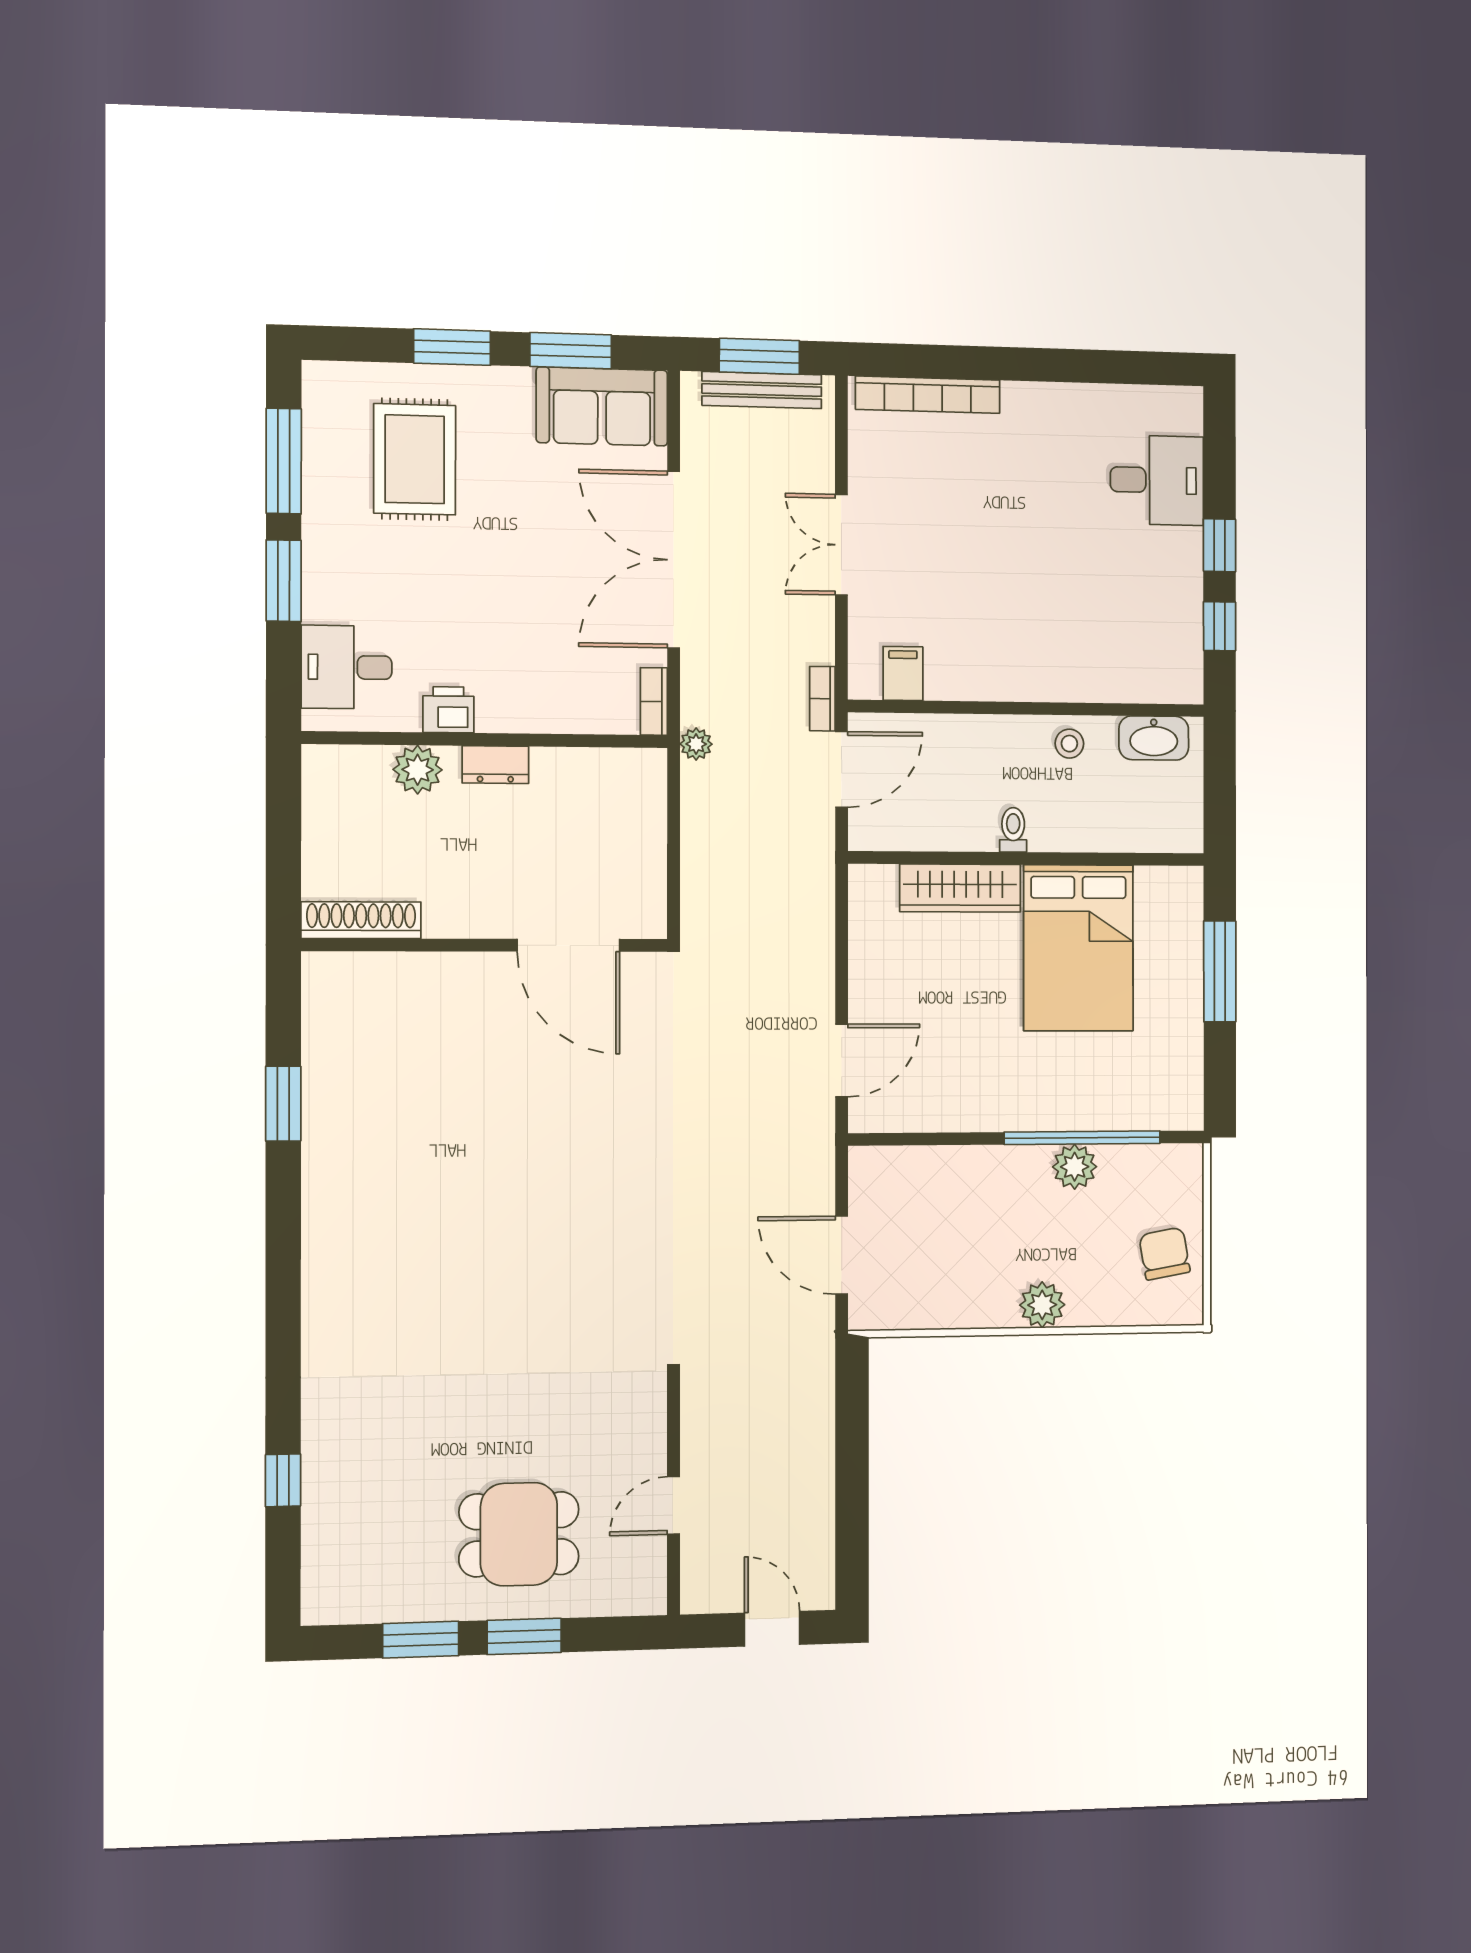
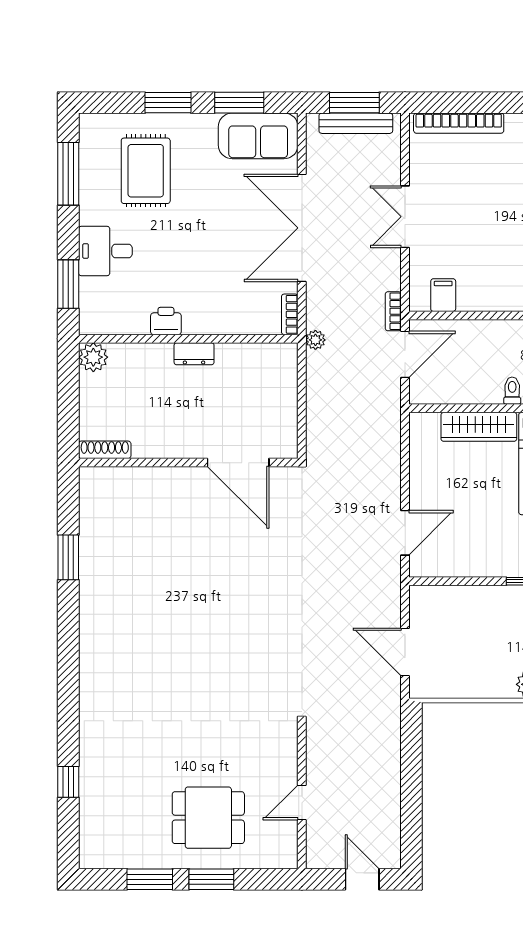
window: (284, 581) -> (68, 284), moved
desk: (347, 667) -> (105, 251), moved
plant: (418, 770) -> (93, 357), moved
shoe rack: (361, 920) -> (105, 450), width x0.74, depth x0.81

